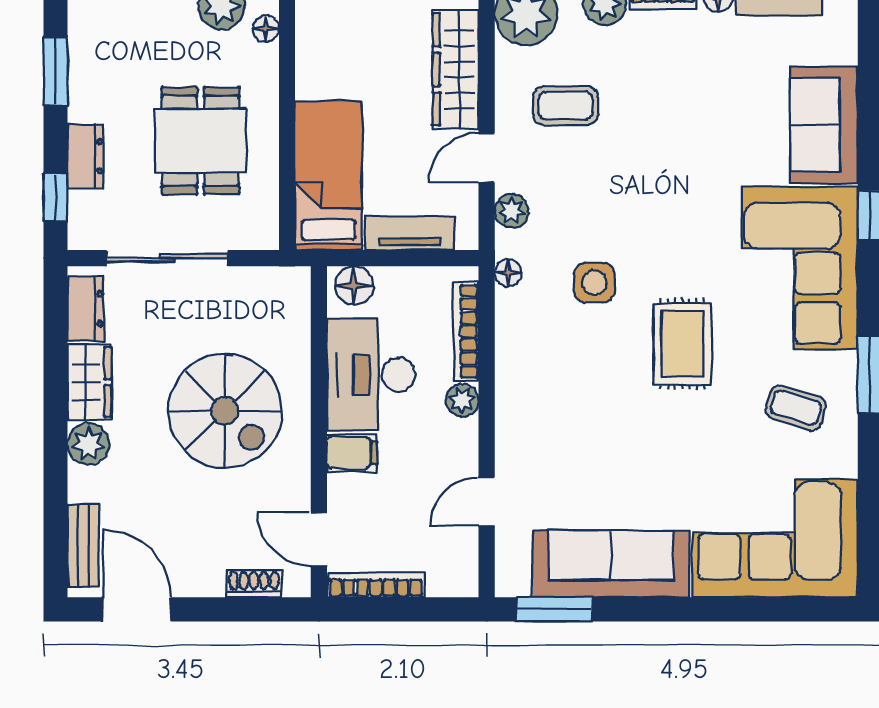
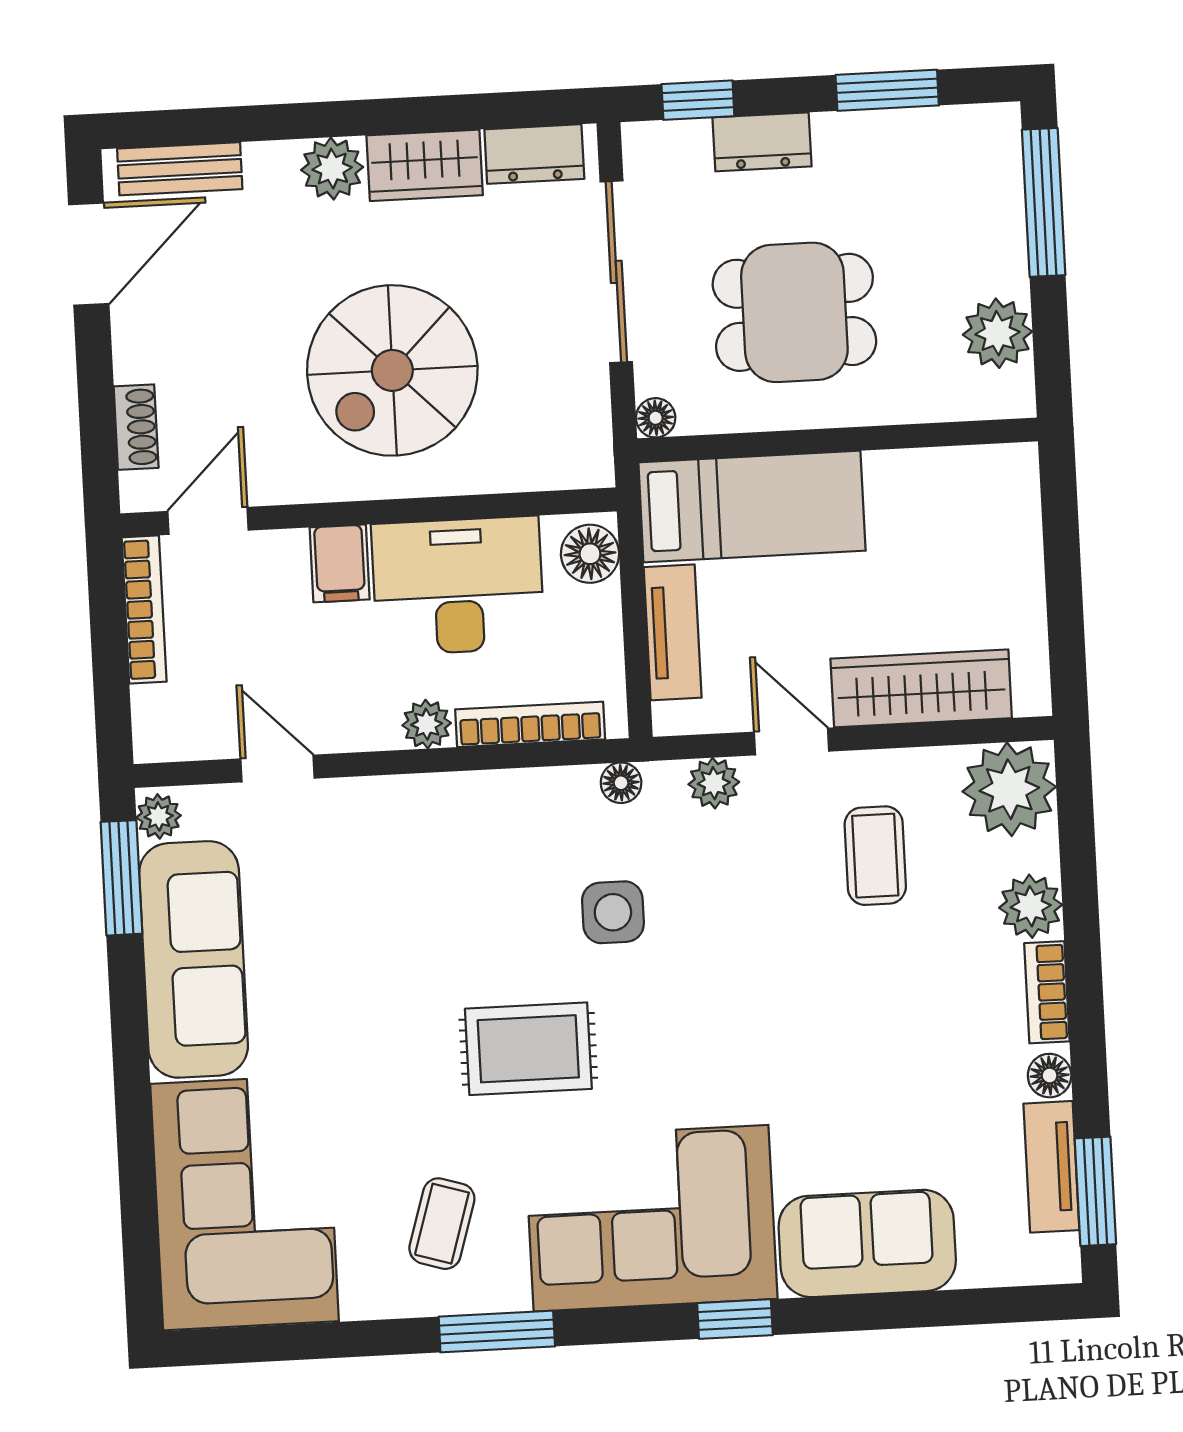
floor lamp: (266, 29) -> (656, 418), moved
plant: (514, 582) -> (159, 816), added

